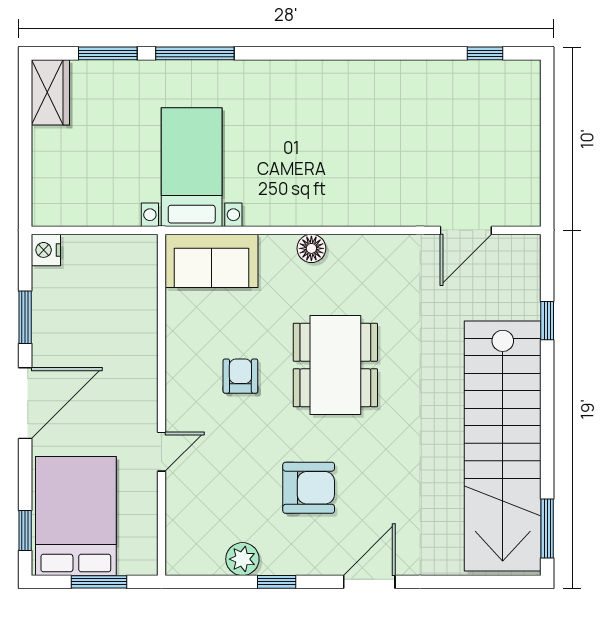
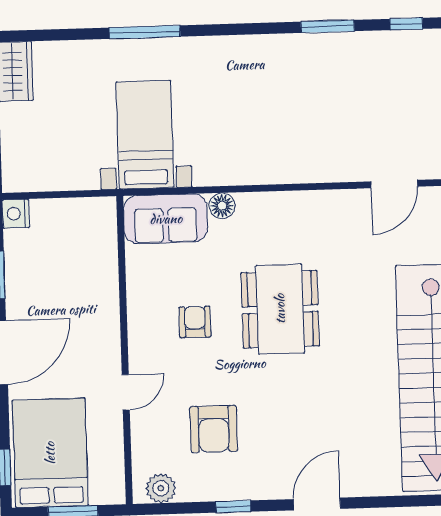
window: (108, 53) -> (328, 26), moved
floor lamp: (311, 248) -> (222, 206), moved
armchair: (309, 488) -> (214, 429), moved, turned 90
plant: (242, 559) -> (161, 488), moved

